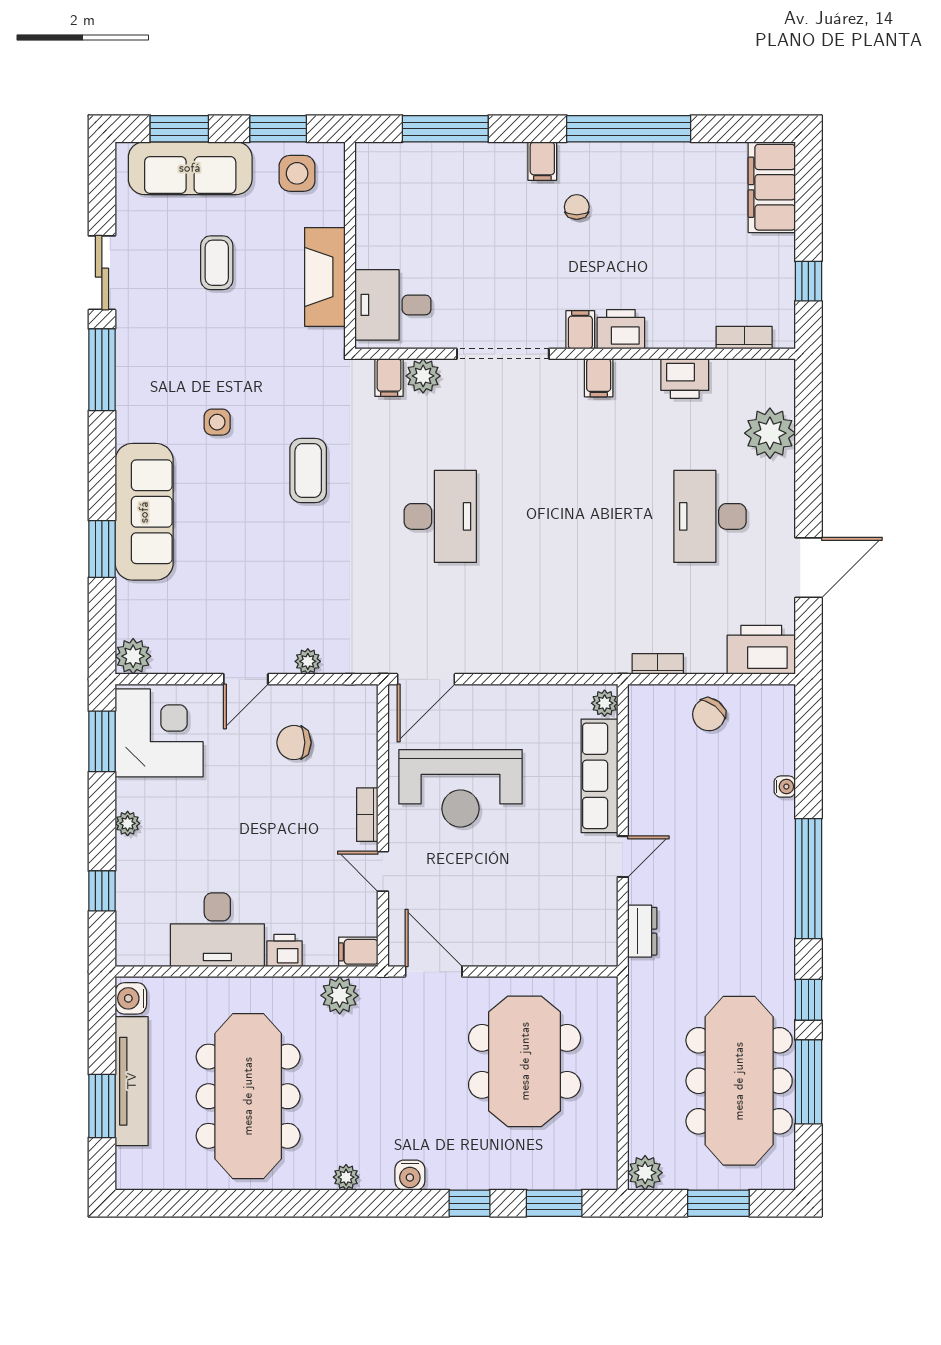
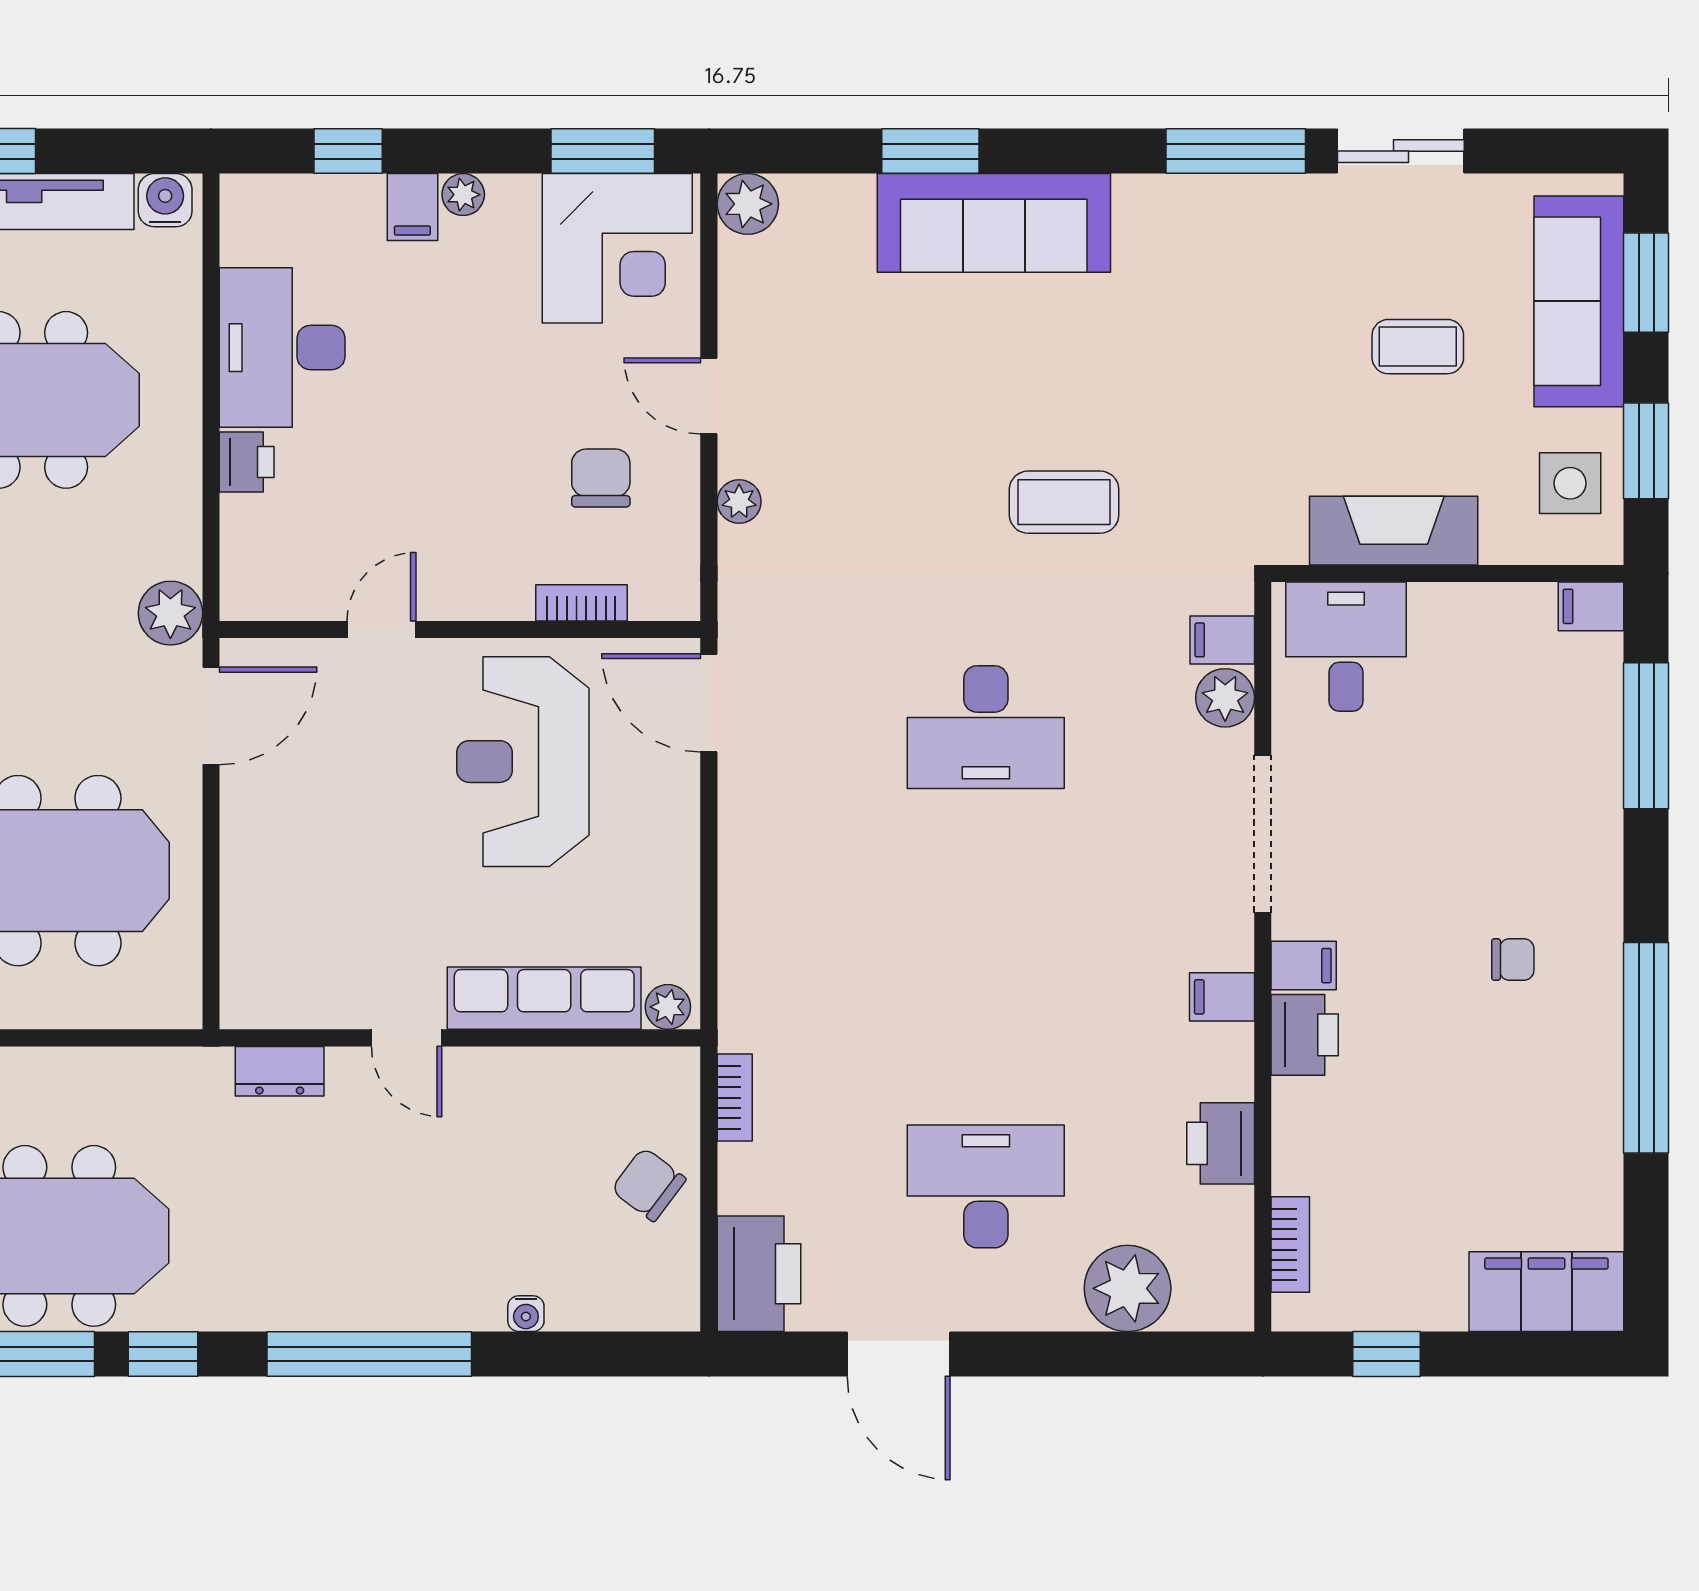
filing cabinet: (542, 161) -> (1591, 606), moved
side table: (217, 422) -> (1147, 347), removed
bookcase: (367, 815) -> (581, 603), moved
filing cabinet: (358, 952) -> (412, 207), moved, turned 180
plant: (340, 995) -> (170, 613), moved

